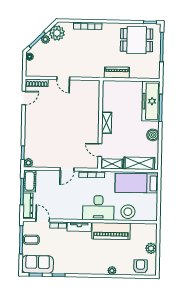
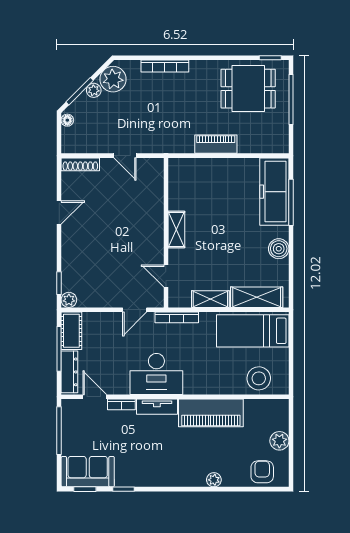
door: (24, 98) -> (59, 213), moved
shelving: (107, 123) -> (176, 230), moved
wall: (100, 124) -> (166, 233), moved
door: (100, 150) -> (166, 276), moved
desk: (98, 208) -> (156, 374), moved
stool: (128, 212) -> (259, 378), moved
coffee table: (31, 240) -> (76, 430), removed

